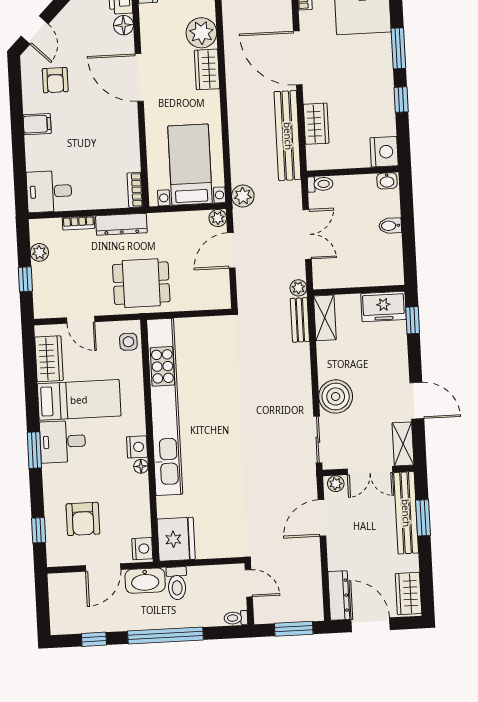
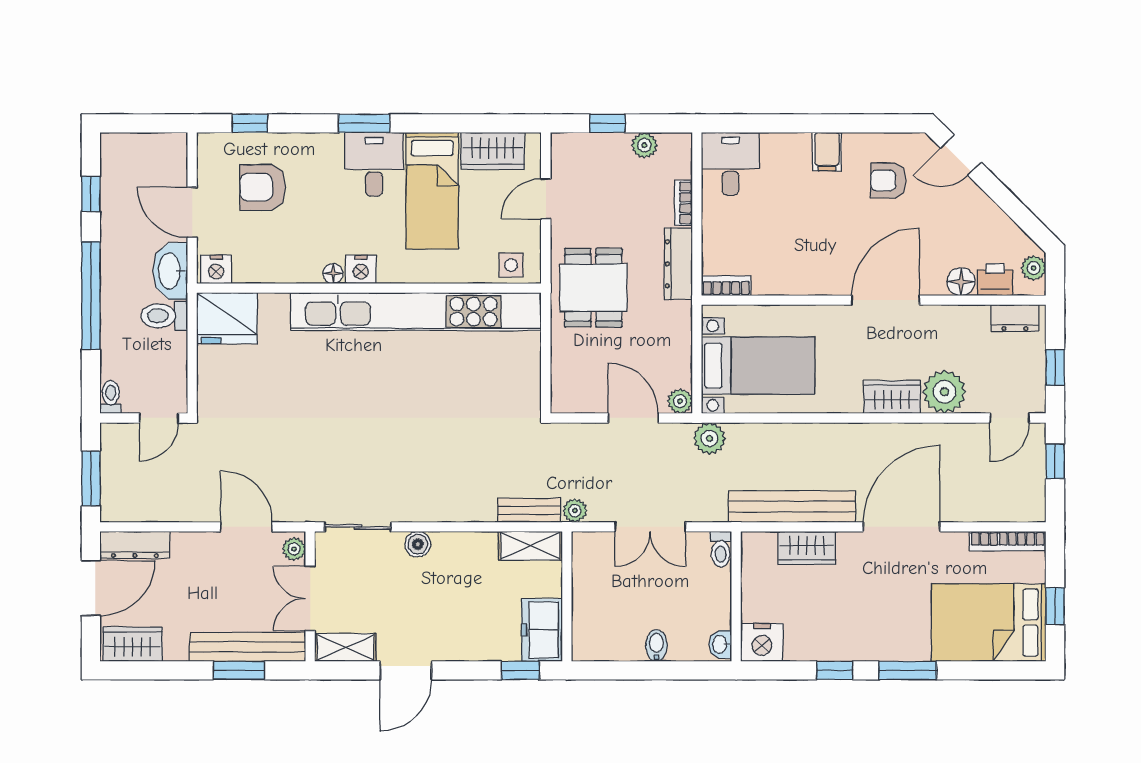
boiler: (336, 396) -> (418, 544), width x0.54, depth x0.54

